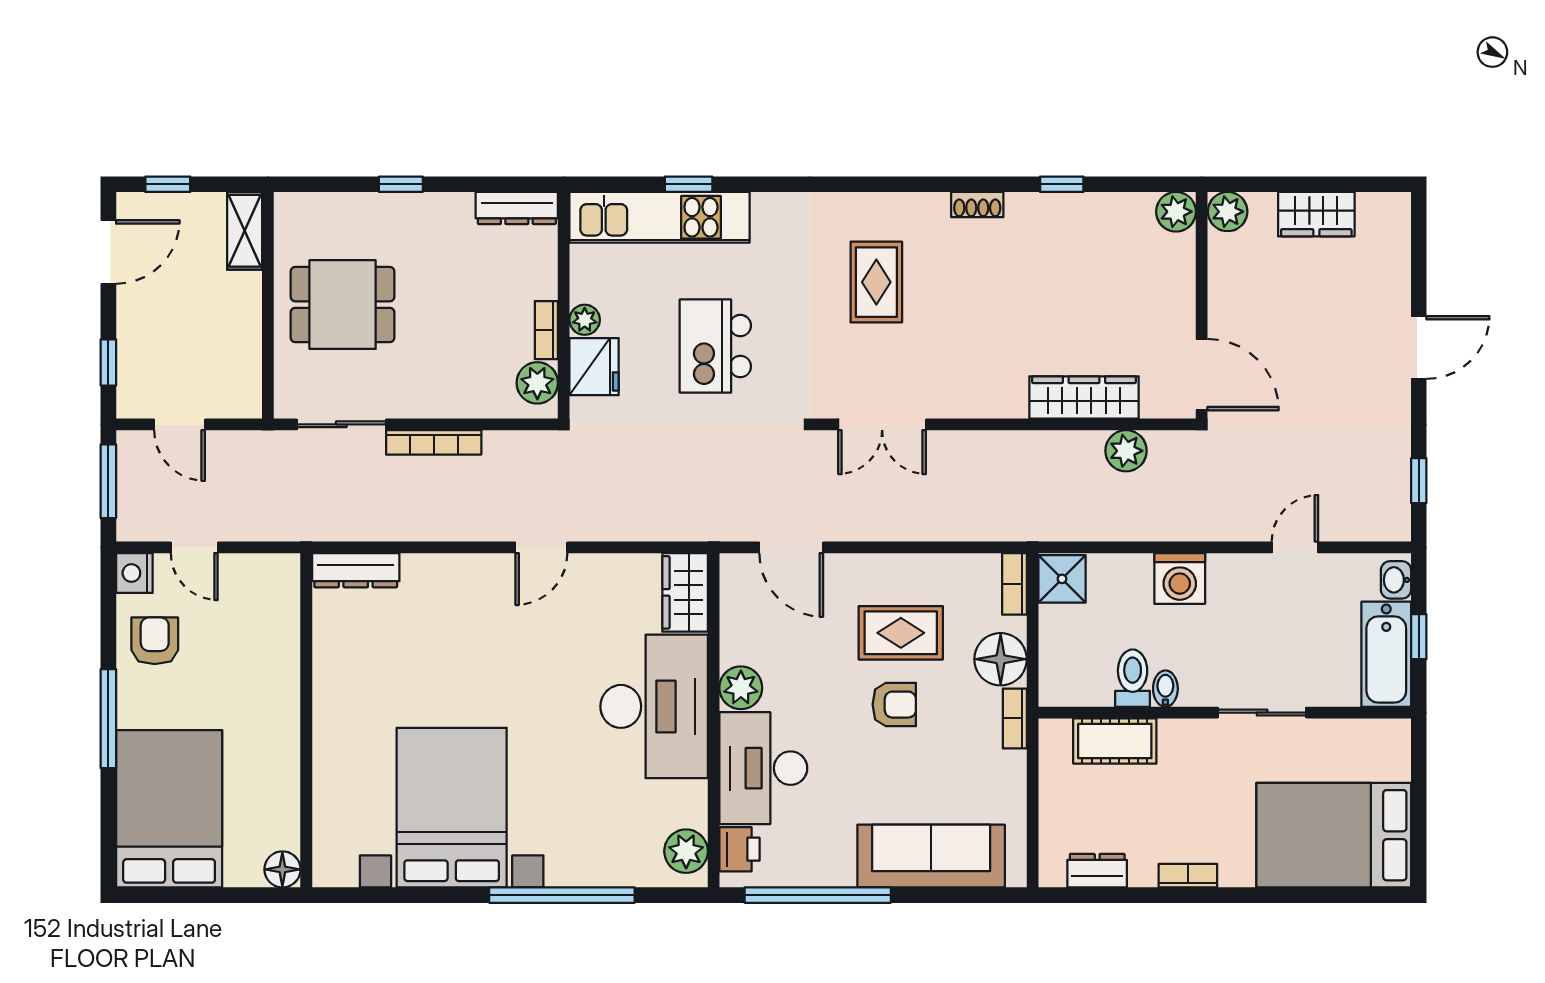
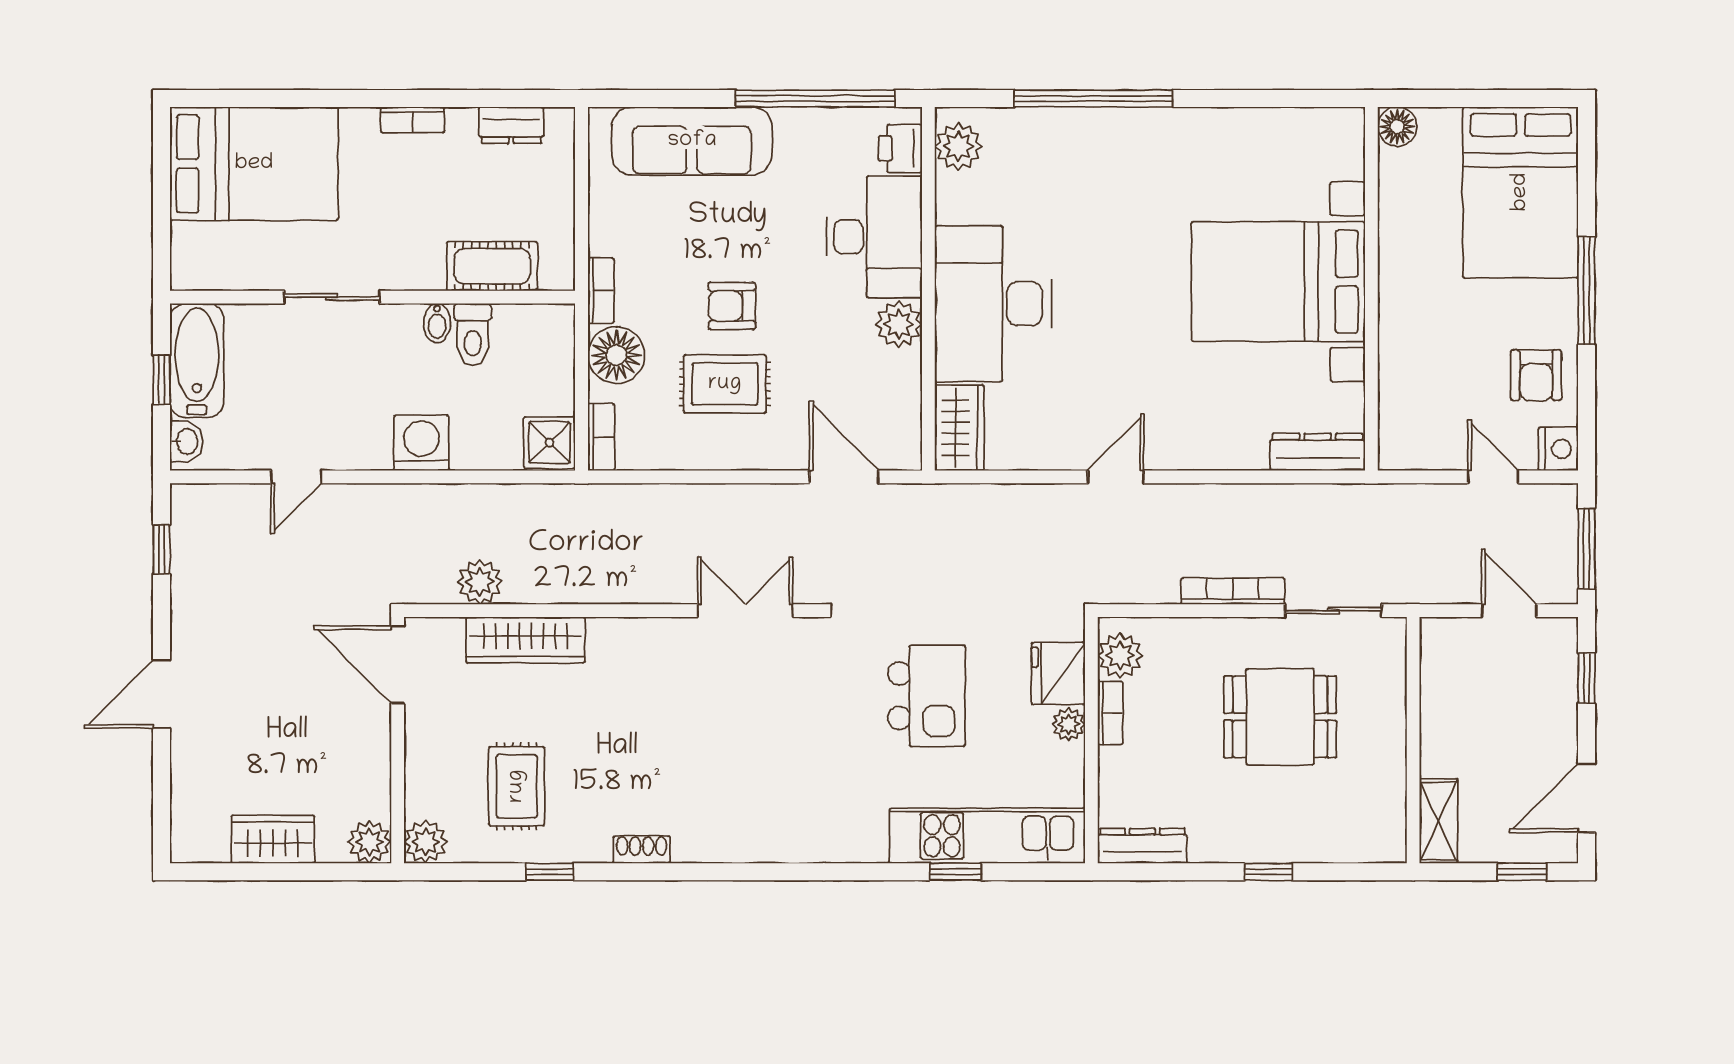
rug: (876, 282) -> (517, 786), moved
dining table: (343, 305) -> (1280, 717), moved
bed with nightstands: (452, 808) -> (1278, 282), moved, turned 90

